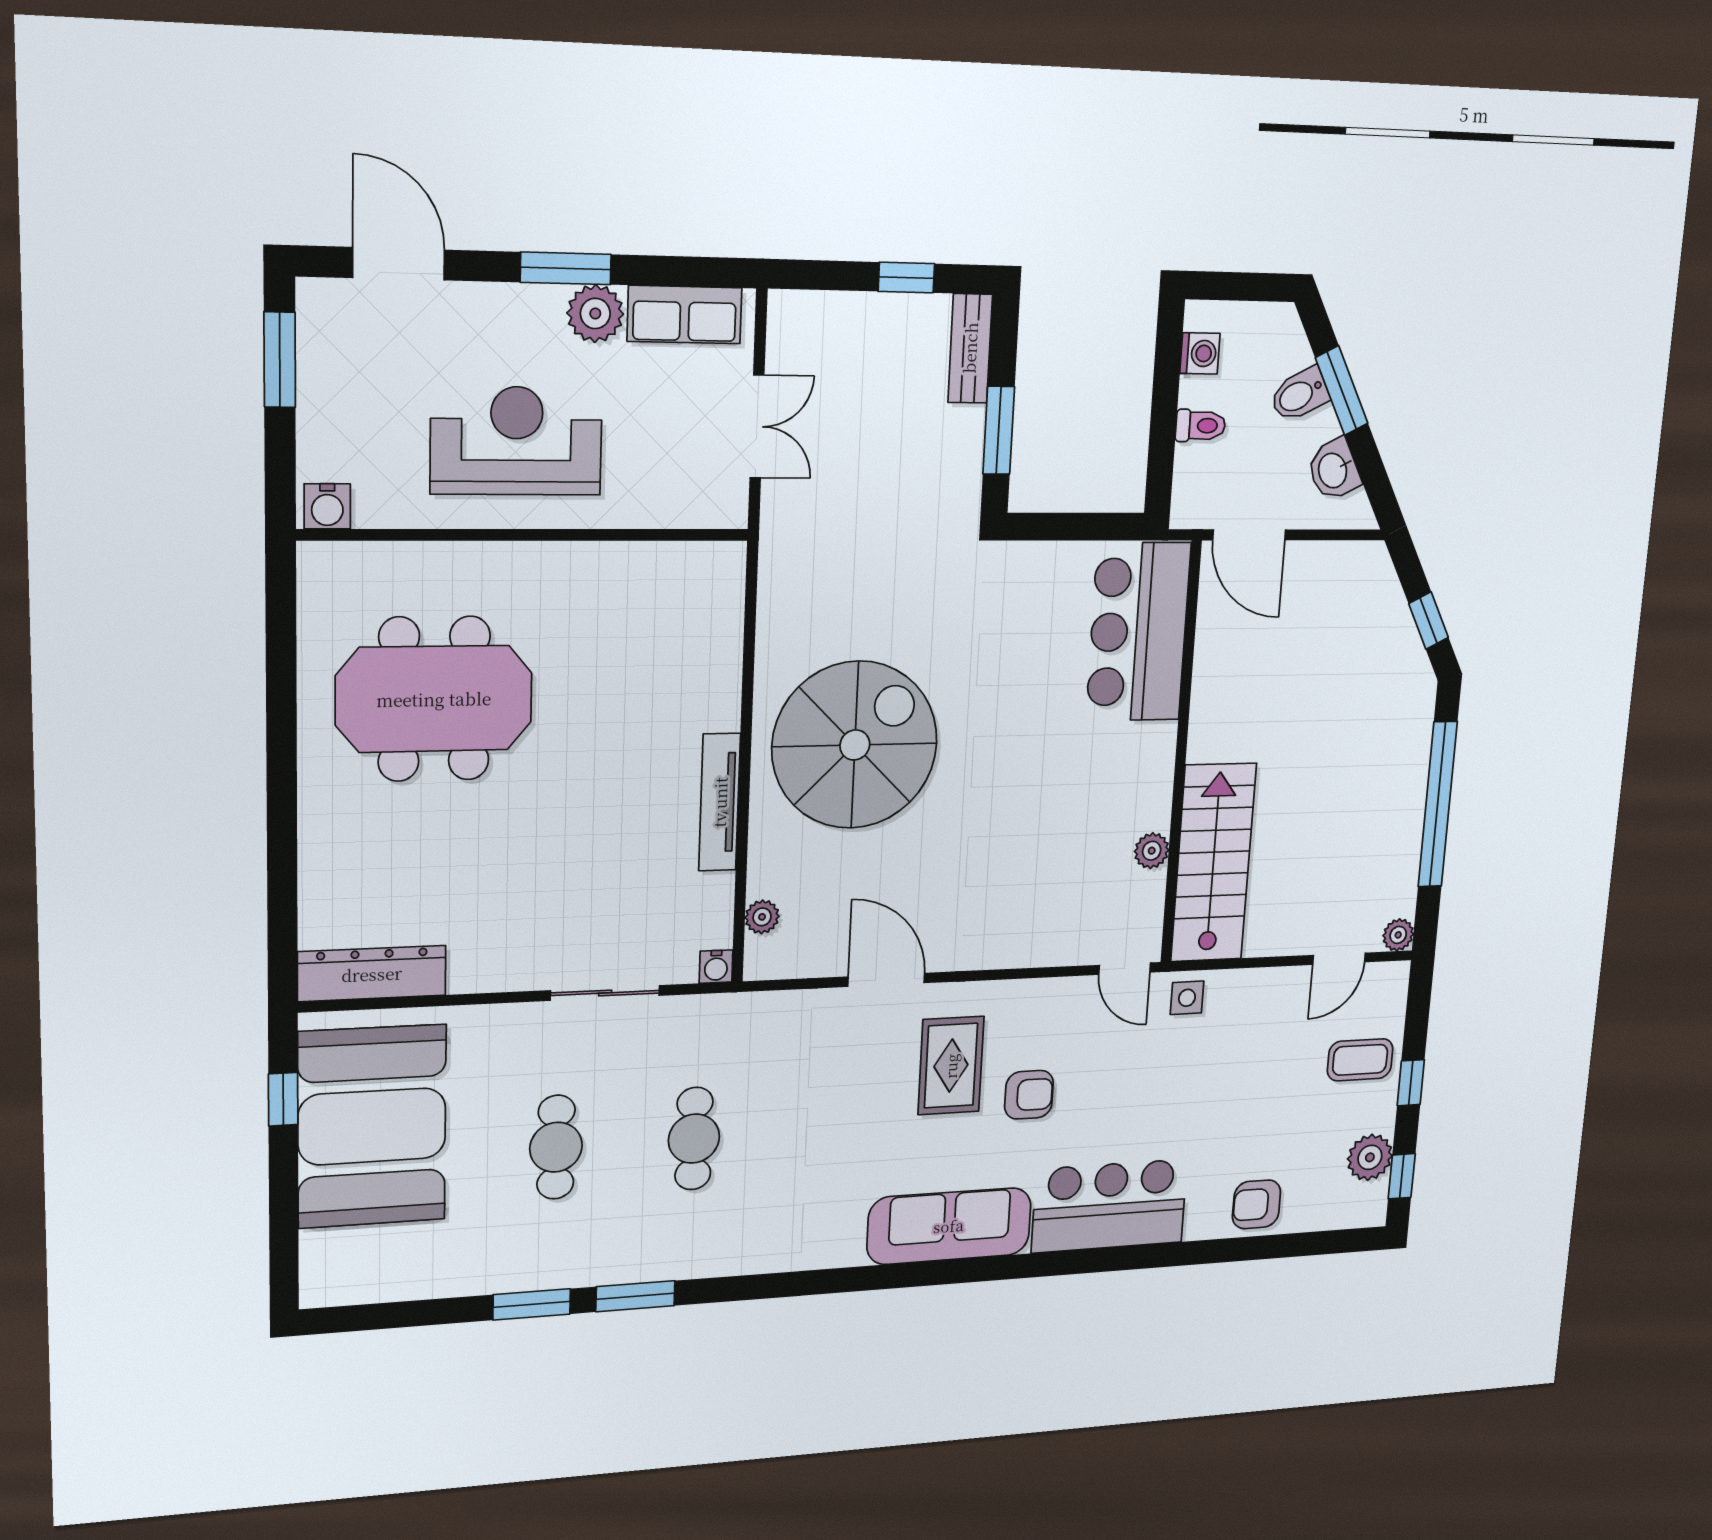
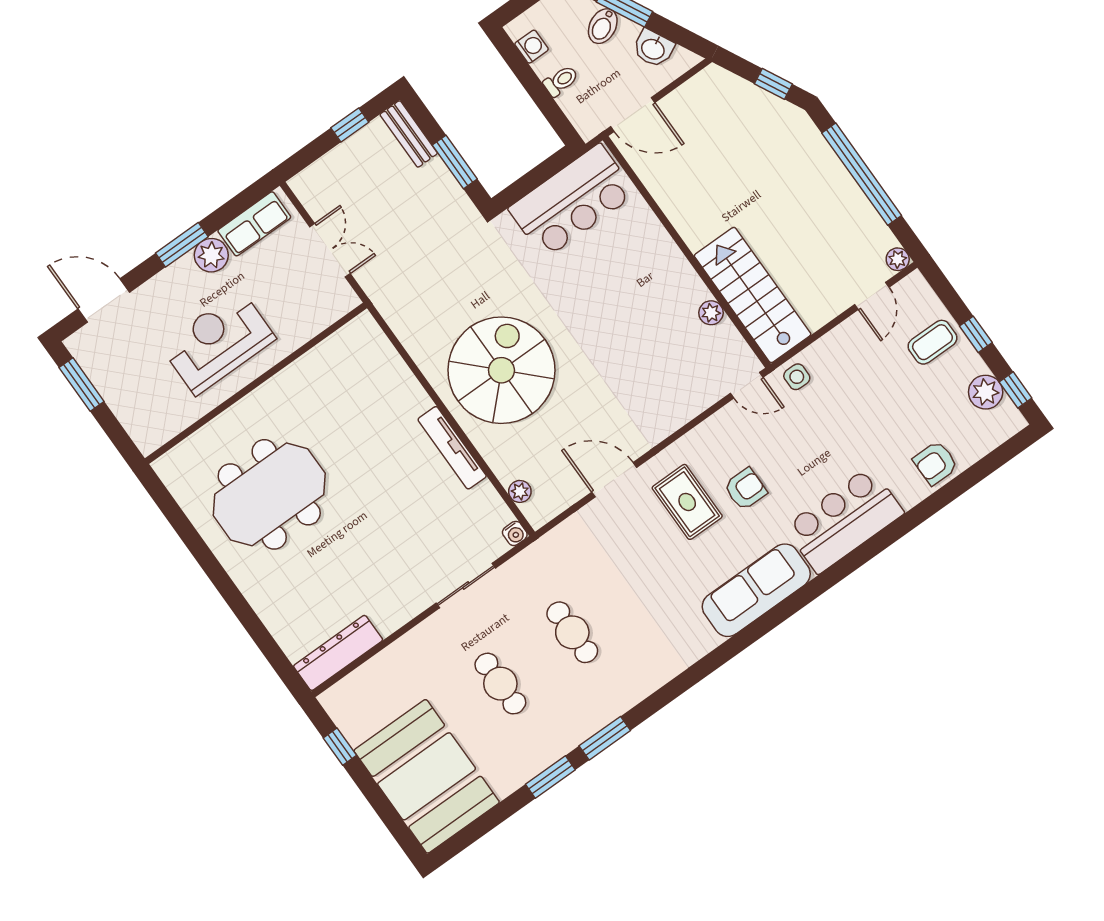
water cooler: (327, 506) -> (152, 437), removed
bar counter: (1138, 632) -> (572, 201), moved, turned -90
booth: (372, 1126) -> (427, 776), moved

